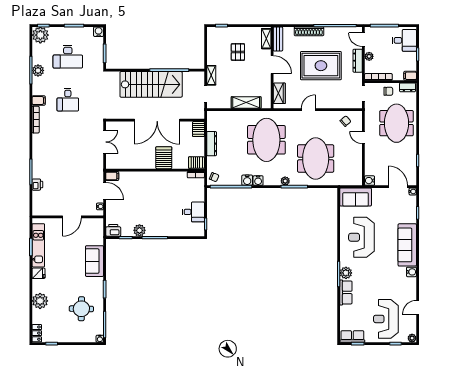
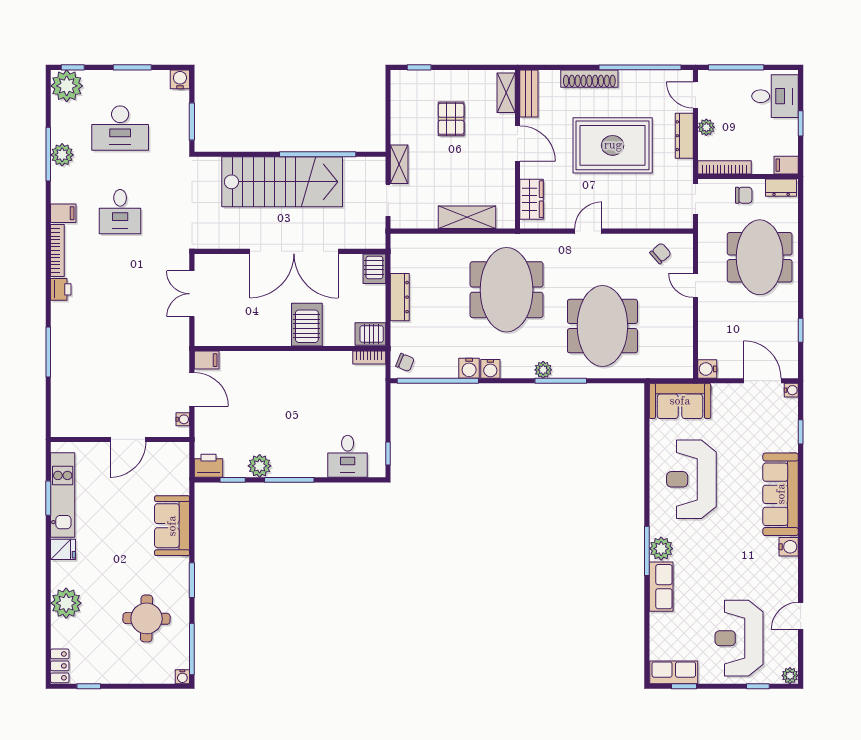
double door: (105, 142) -> (192, 294), swing flipped
printer: (37, 185) -> (61, 289), moved
desk: (193, 212) -> (348, 456), moved, turned 90

